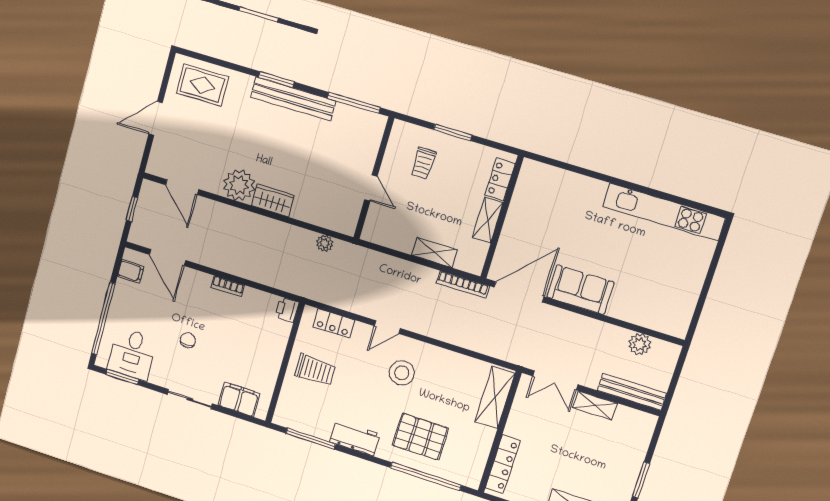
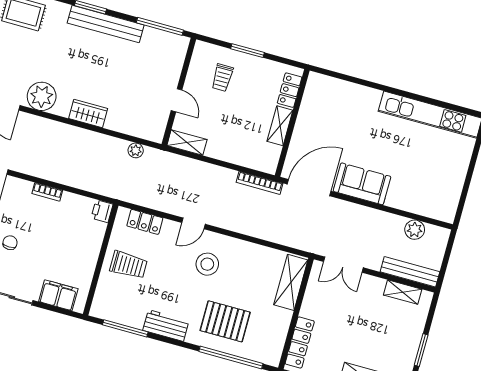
plant: (239, 185) -> (42, 96), moved
shelving: (434, 252) -> (187, 143), moved
shelving: (595, 405) -> (403, 292), moved

